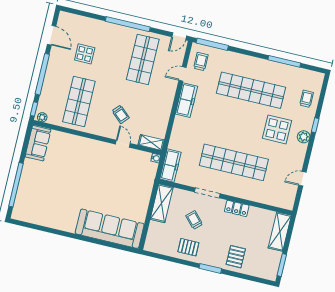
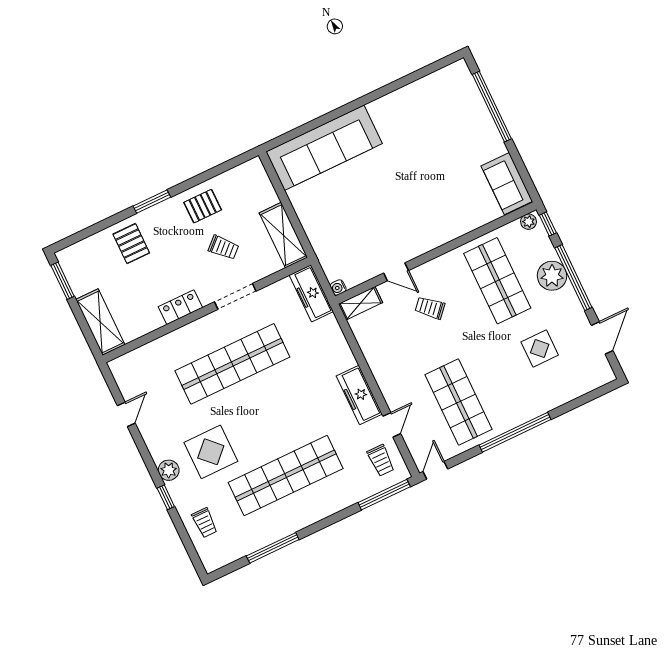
door: (52, 35) -> (602, 338), swing flipped
plant: (52, 83) -> (552, 276), added

